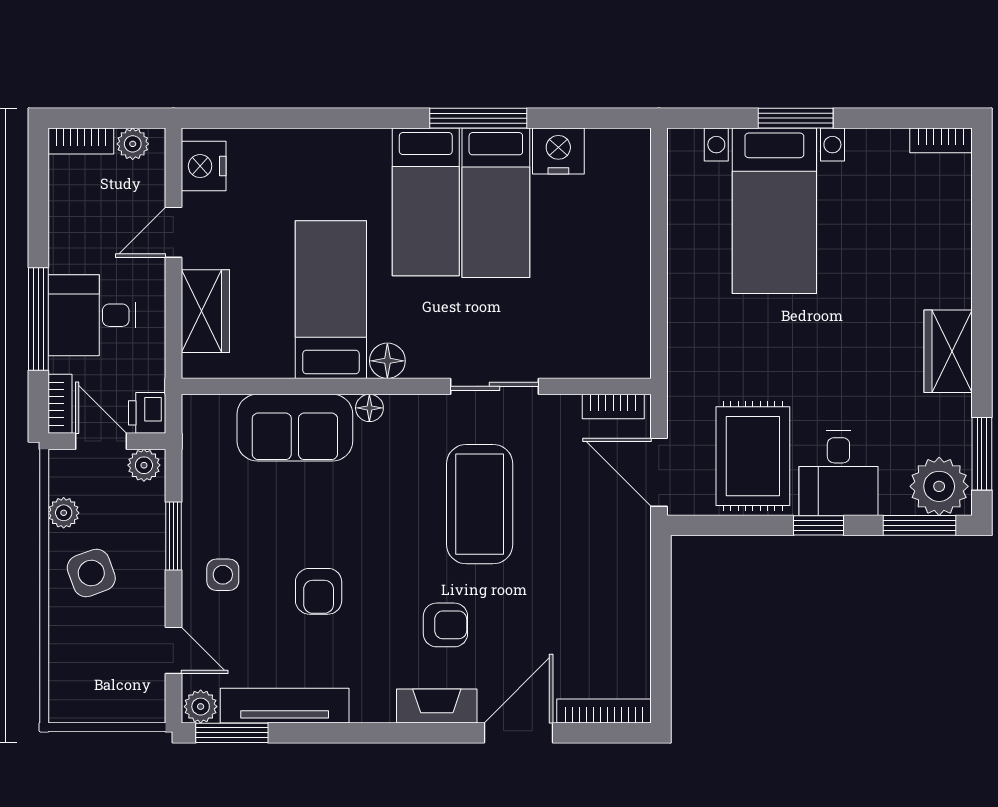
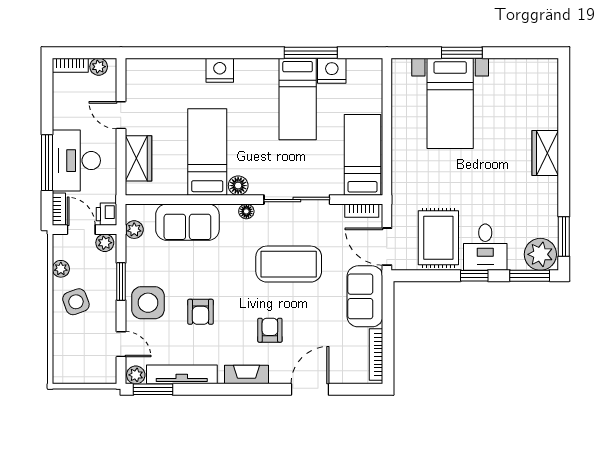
window: (478, 118) -> (311, 53), moved
bookcase: (941, 140) -> (541, 65), removed
nightstand: (204, 166) -> (220, 70), moved, turned 90
bed: (426, 202) -> (362, 155), moved, turned 180
door: (173, 232) -> (121, 115), hinge flipped
desk: (92, 315) -> (76, 161), width x1.37
wardrobe: (948, 351) -> (545, 153), moved
sliding door: (494, 386) -> (297, 200), width x1.37
floor lamp: (369, 408) -> (246, 211), moved
plant: (198, 441) -> (134, 230), added
coffee table: (480, 504) -> (289, 264), turned 90
sofa: (619, 563) -> (365, 296), added
side table: (223, 575) -> (148, 303), width x1.87, depth x1.87
armchair: (445, 625) -> (270, 330), turned -90
fireplace: (437, 706) -> (247, 375), moved
bookcase: (604, 711) -> (376, 355), moved, turned -90

